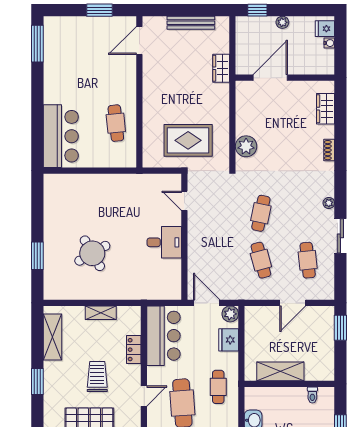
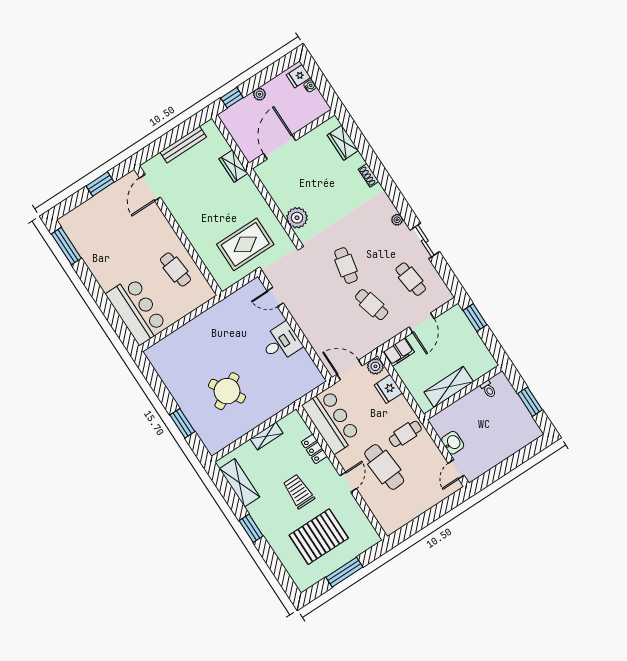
filing cabinet: (258, 315) -> (399, 352), added
cafe table: (218, 387) -> (405, 434), turned 90

